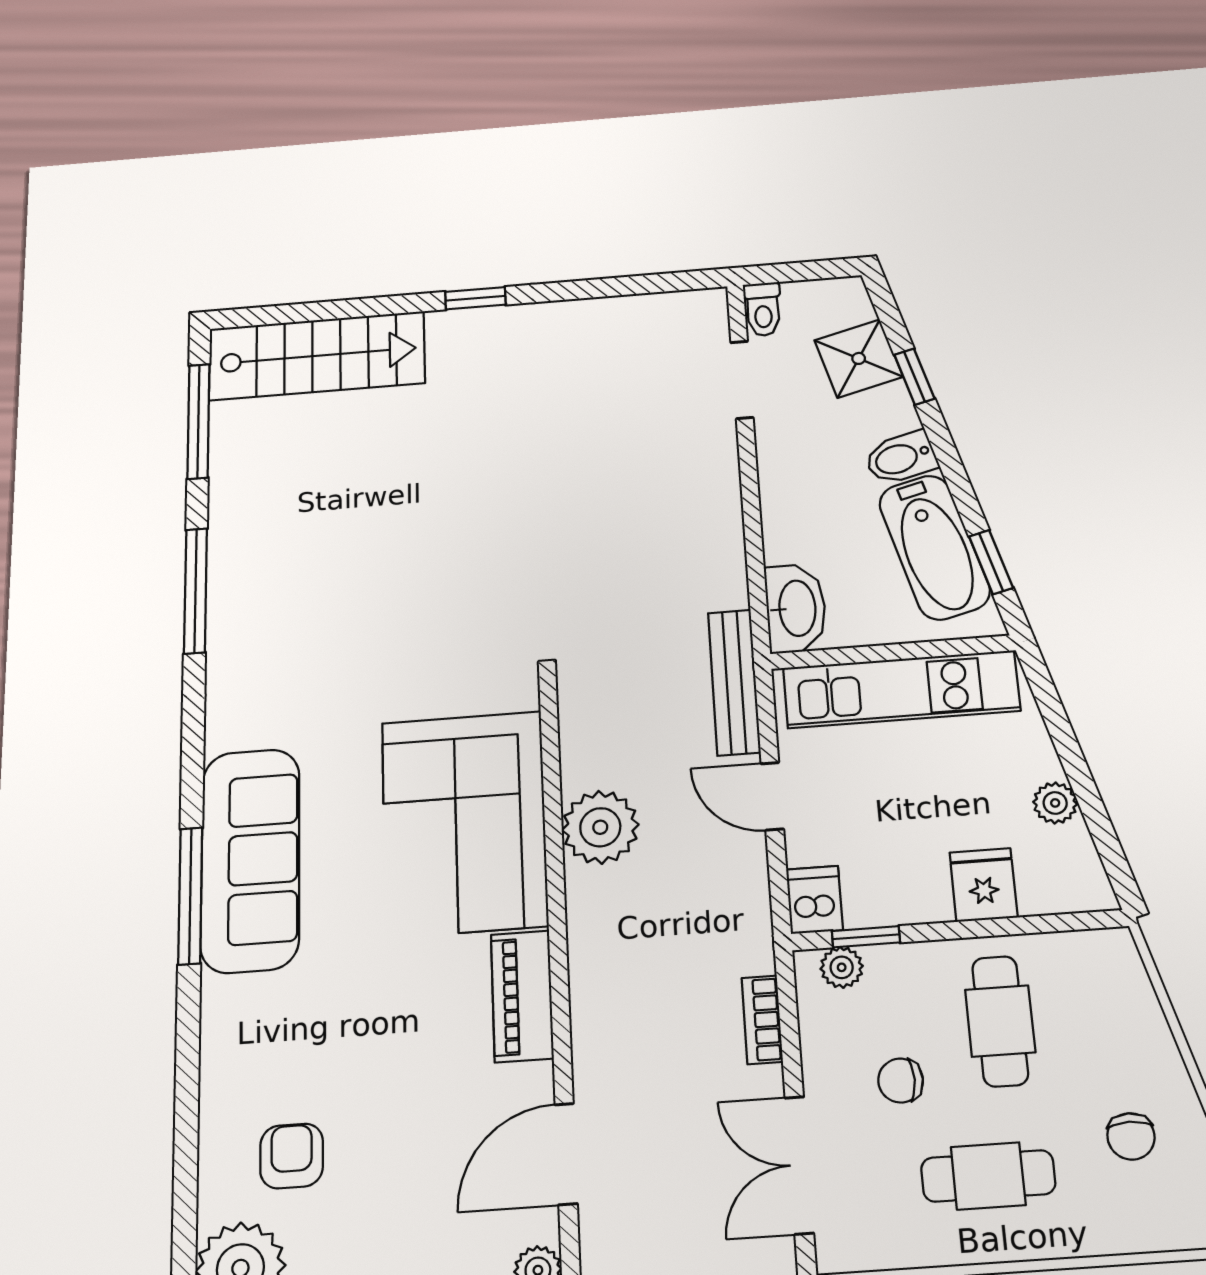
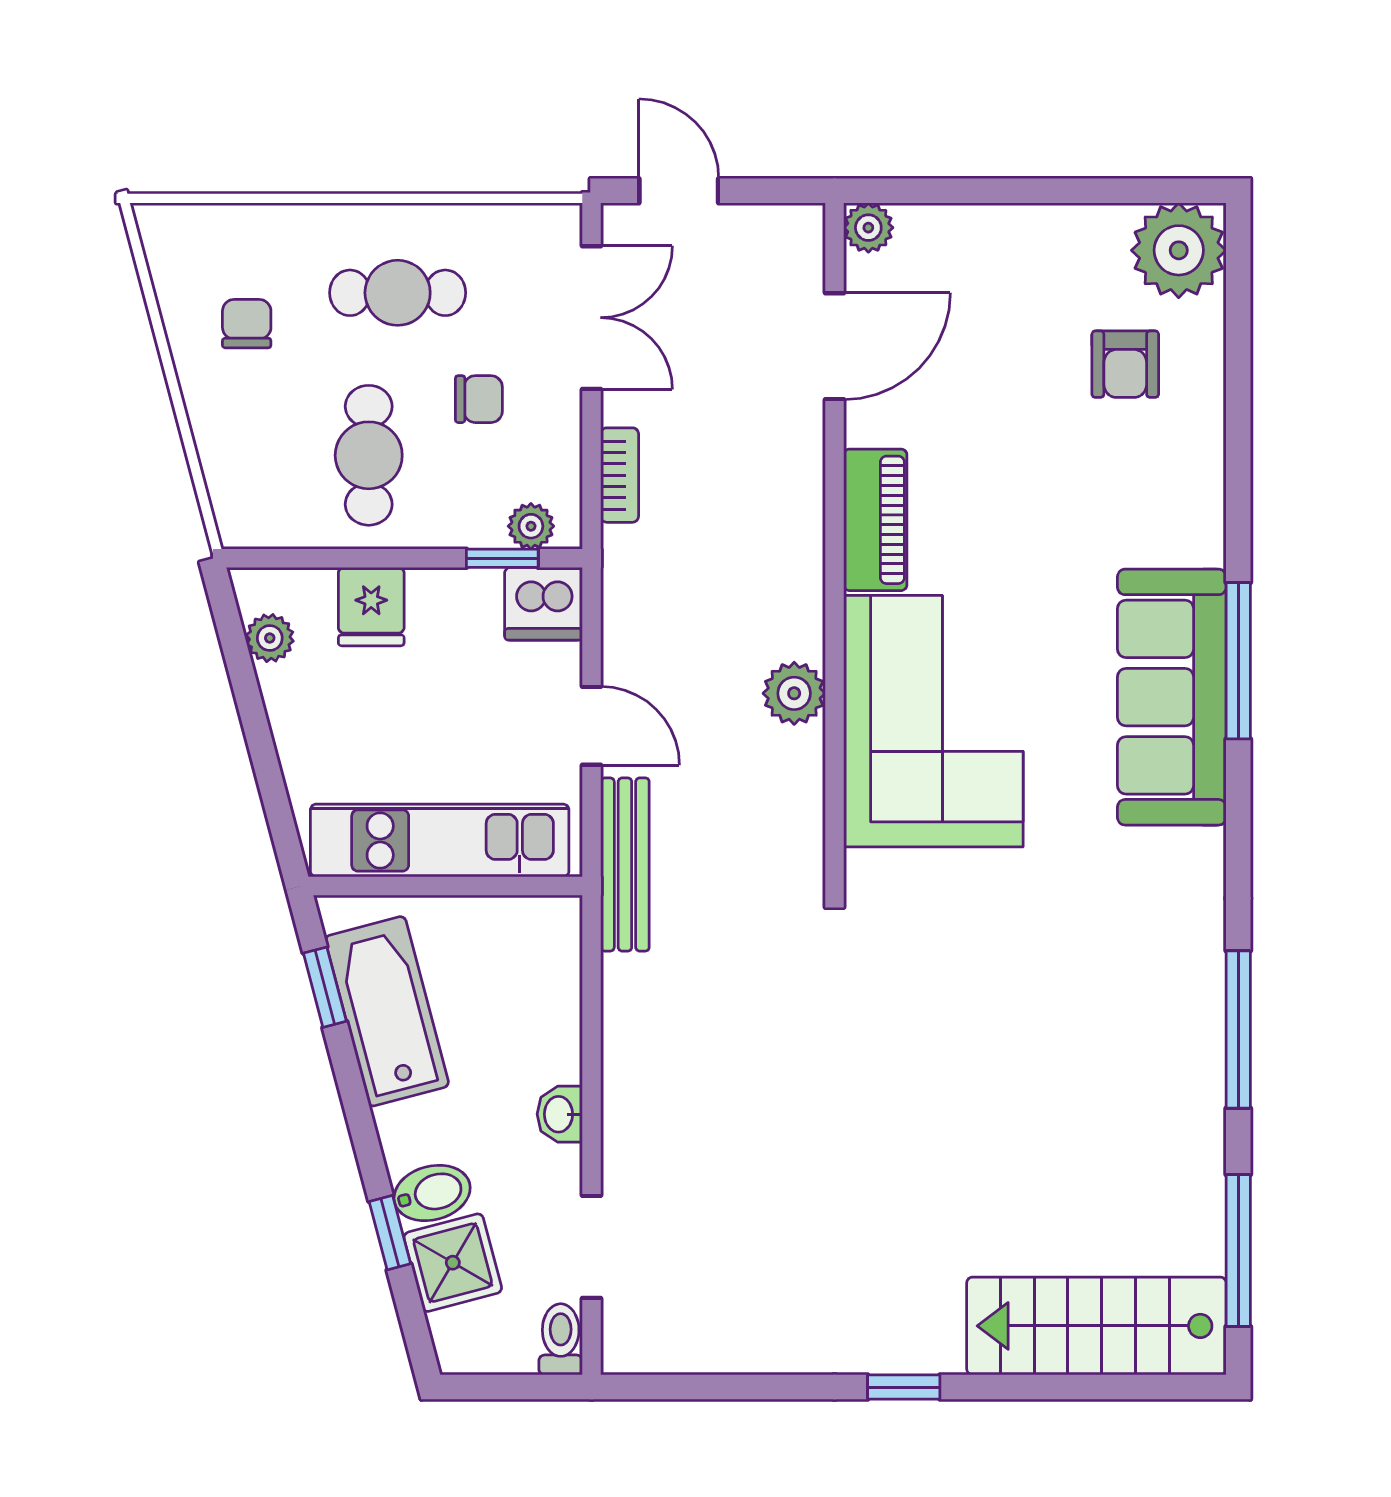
bidet: (901, 458) -> (432, 1193), moved
washbasin: (796, 608) -> (560, 1114), moved, width x0.52, depth x0.69
plant: (1055, 803) -> (270, 638), moved
plant: (600, 827) -> (794, 693), width x0.73, depth x0.73
dishwasher: (814, 900) -> (544, 604), width x1.38

